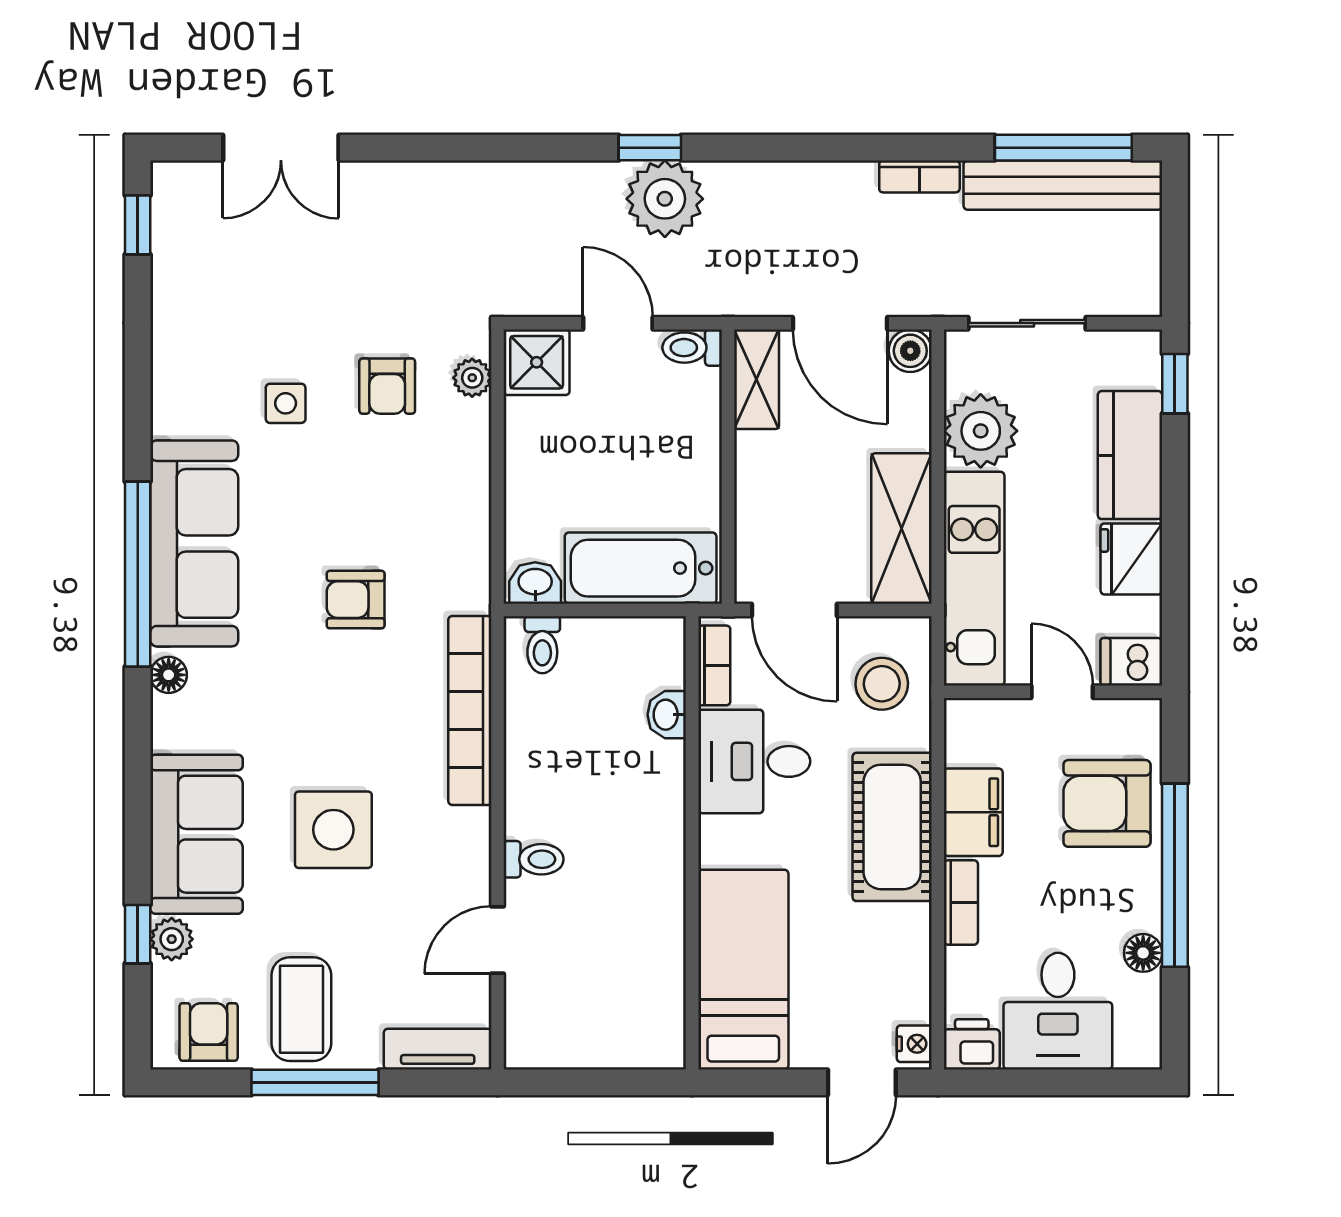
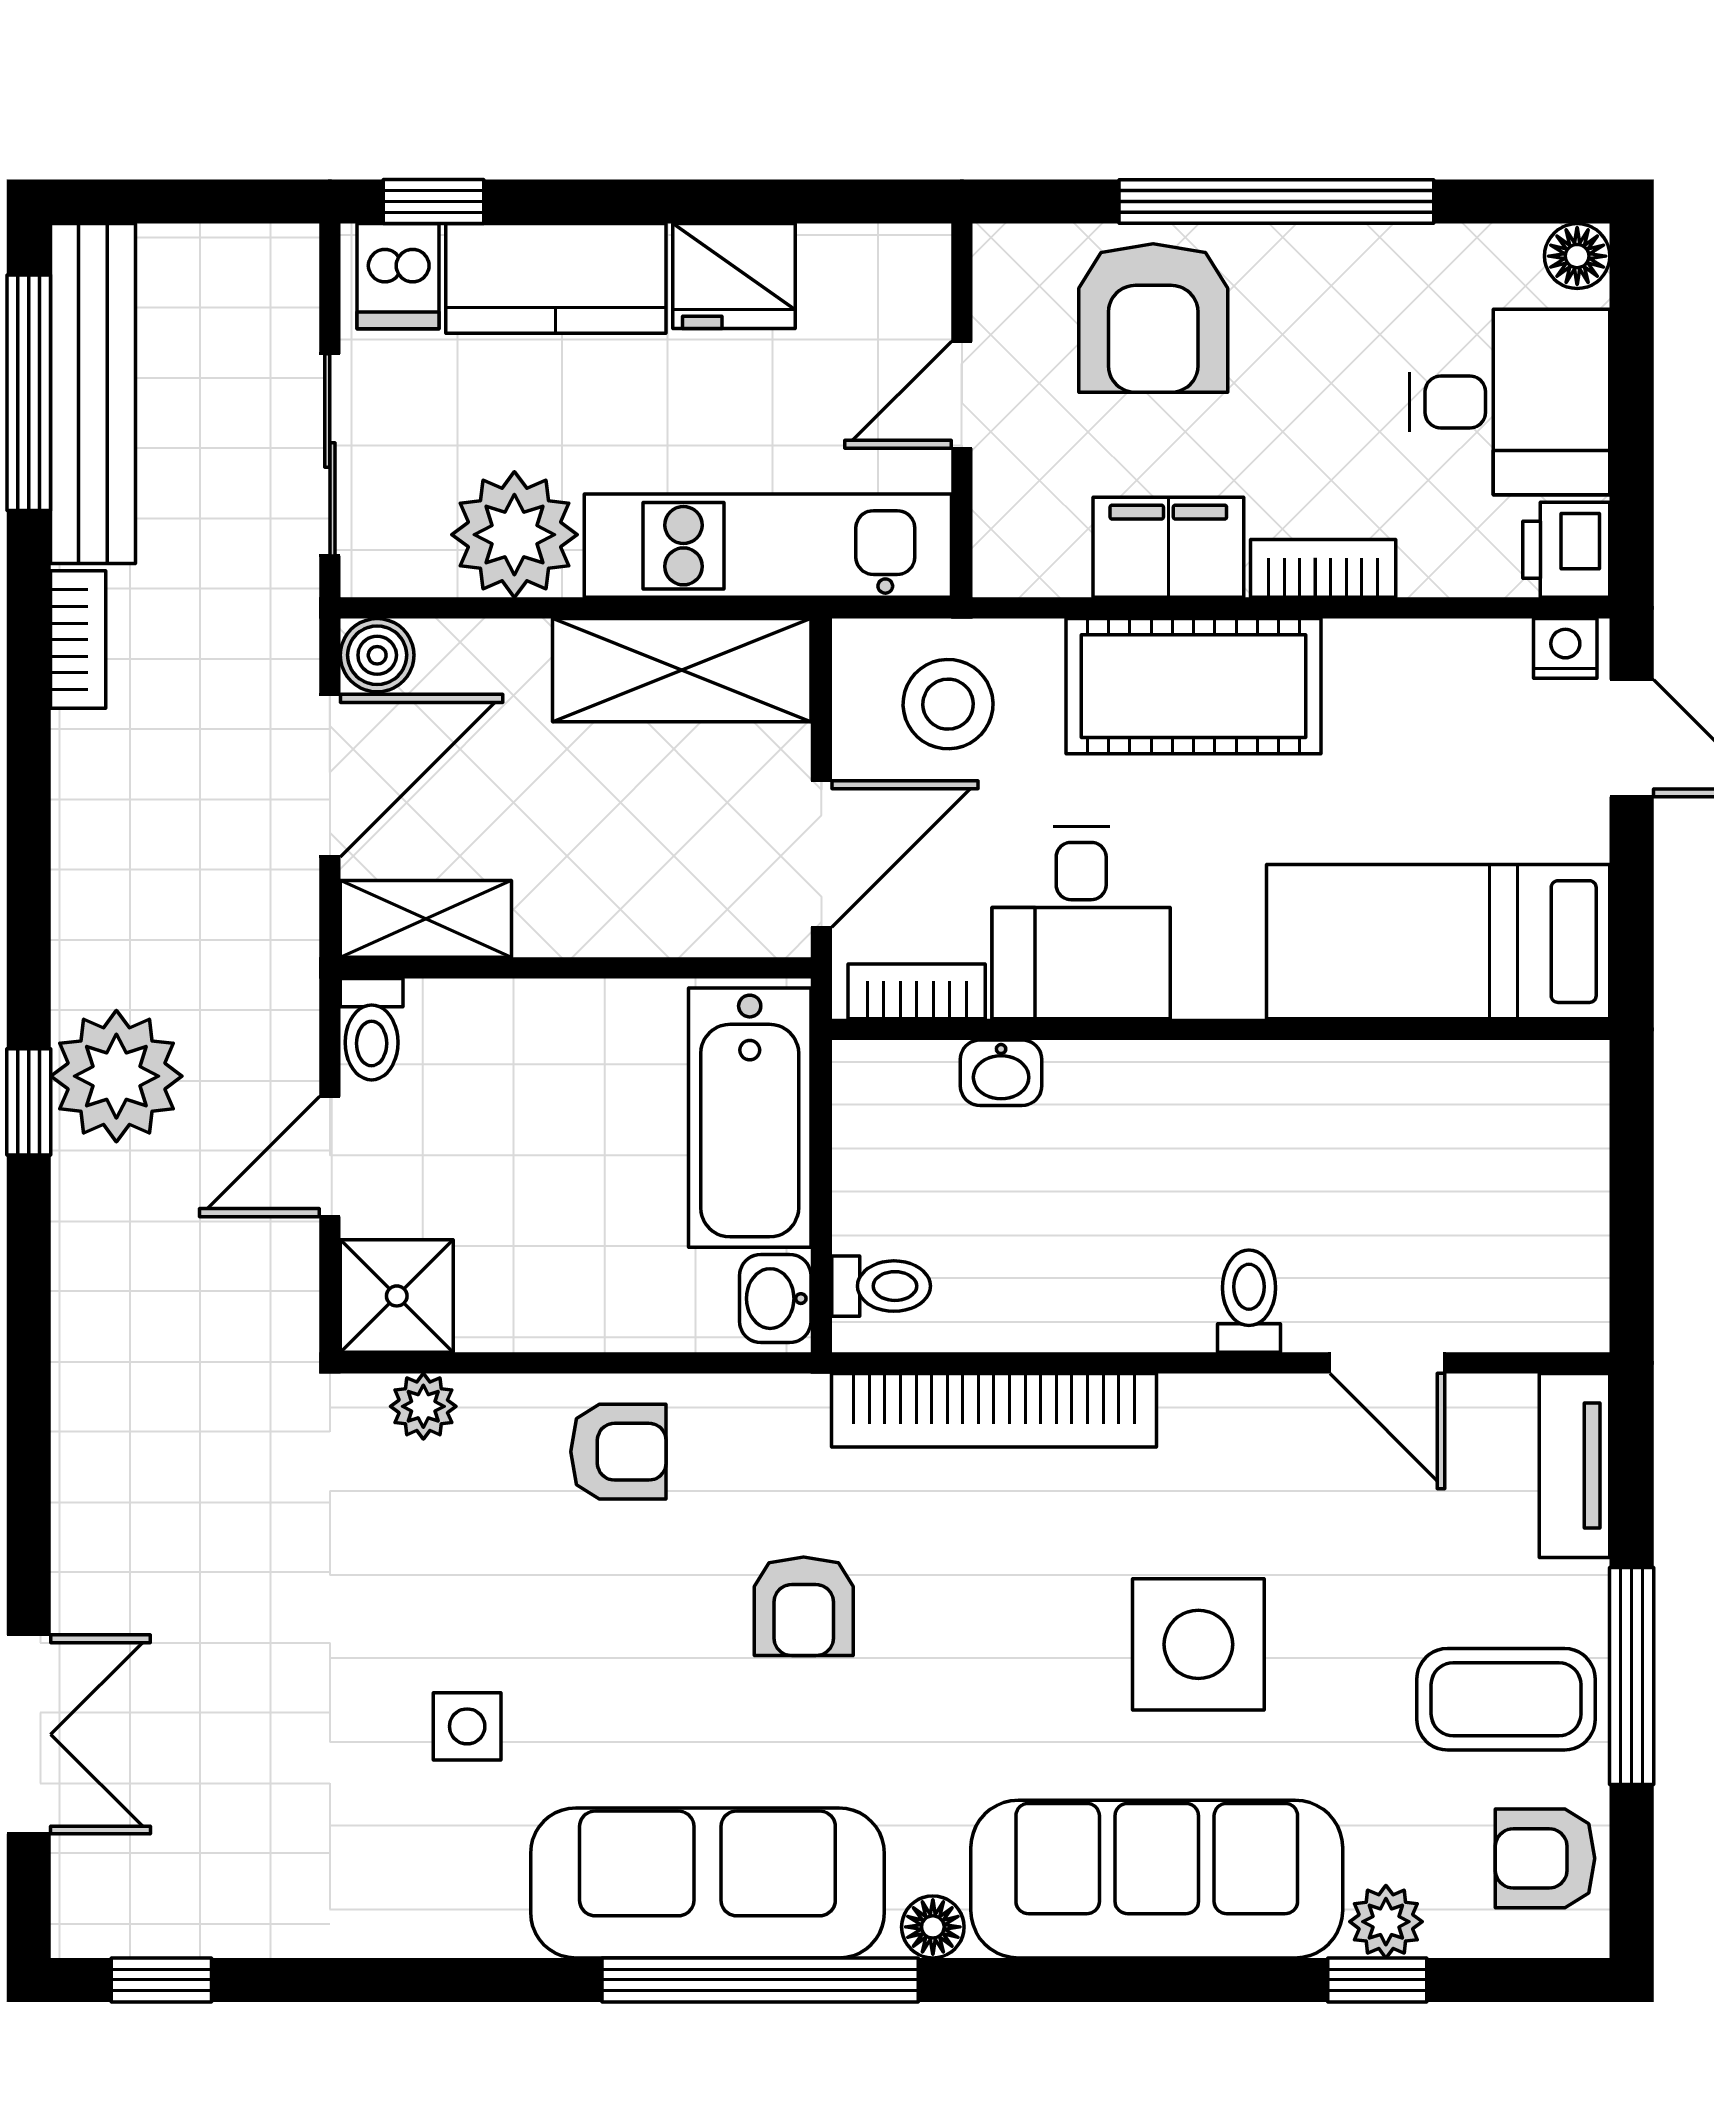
armchair: (387, 386) -> (618, 1452), moved
dishwasher: (1131, 662) -> (398, 276), moved
sofa: (197, 834) -> (1157, 1879), width x1.36
floor lamp: (1143, 953) -> (1577, 256), moved

